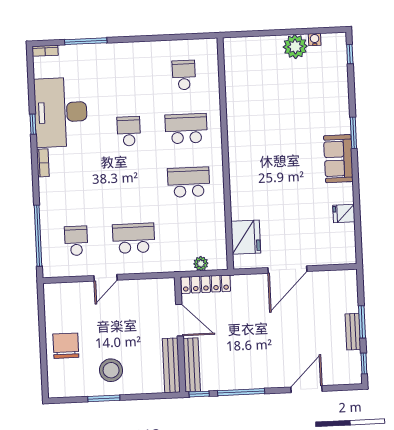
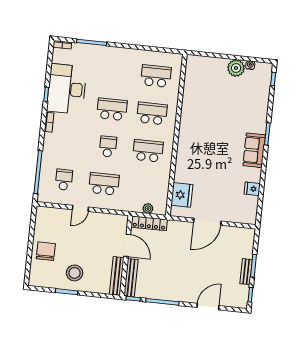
school desk: (184, 75) -> (156, 76), width x1.85
school desk: (129, 131) -> (112, 109), width x1.85
school desk: (131, 185) -> (108, 147), added

